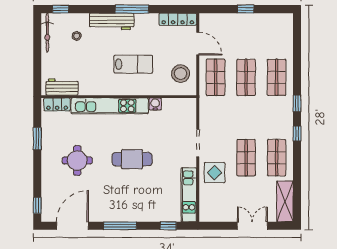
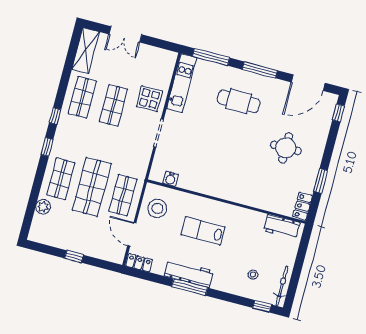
locker: (178, 19) -> (139, 263), width x0.66
workbench: (112, 21) -> (189, 274), moved
plant: (286, 47) -> (43, 207), added
shop shelf: (246, 77) -> (92, 187), width x1.43, depth x1.36
locker: (57, 104) -> (303, 206), moved, turned -90
water cooler: (155, 104) -> (170, 179), moved
kitchen unit: (110, 106) -> (238, 195), removed
cafe table: (132, 159) -> (239, 101), moved
window: (168, 226) -> (211, 57), width x2.17

